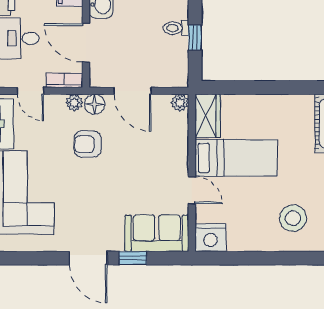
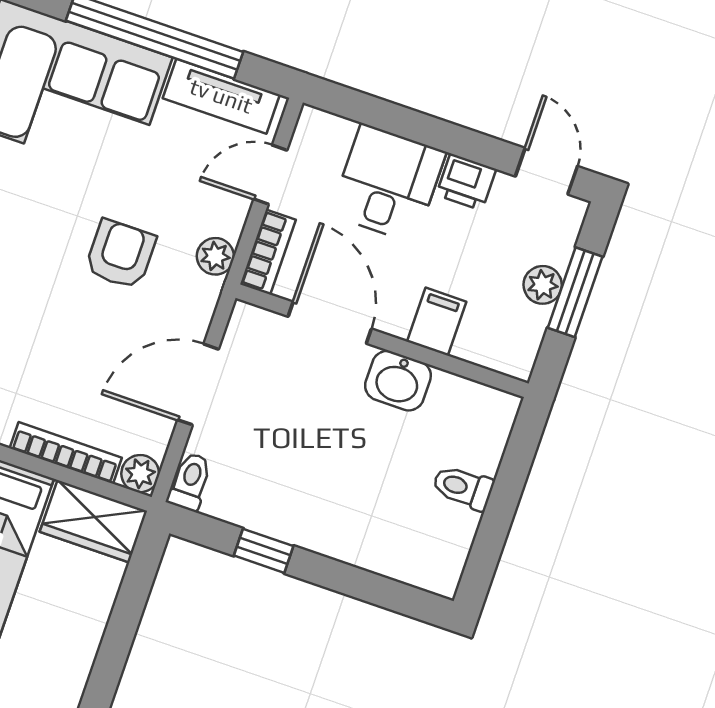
toilet: (176, 28) -> (190, 482), moved
door: (86, 43) -> (330, 323), hinge flipped
floor lamp: (95, 104) -> (198, 297), removed
bookcase: (182, 138) -> (66, 453), added

